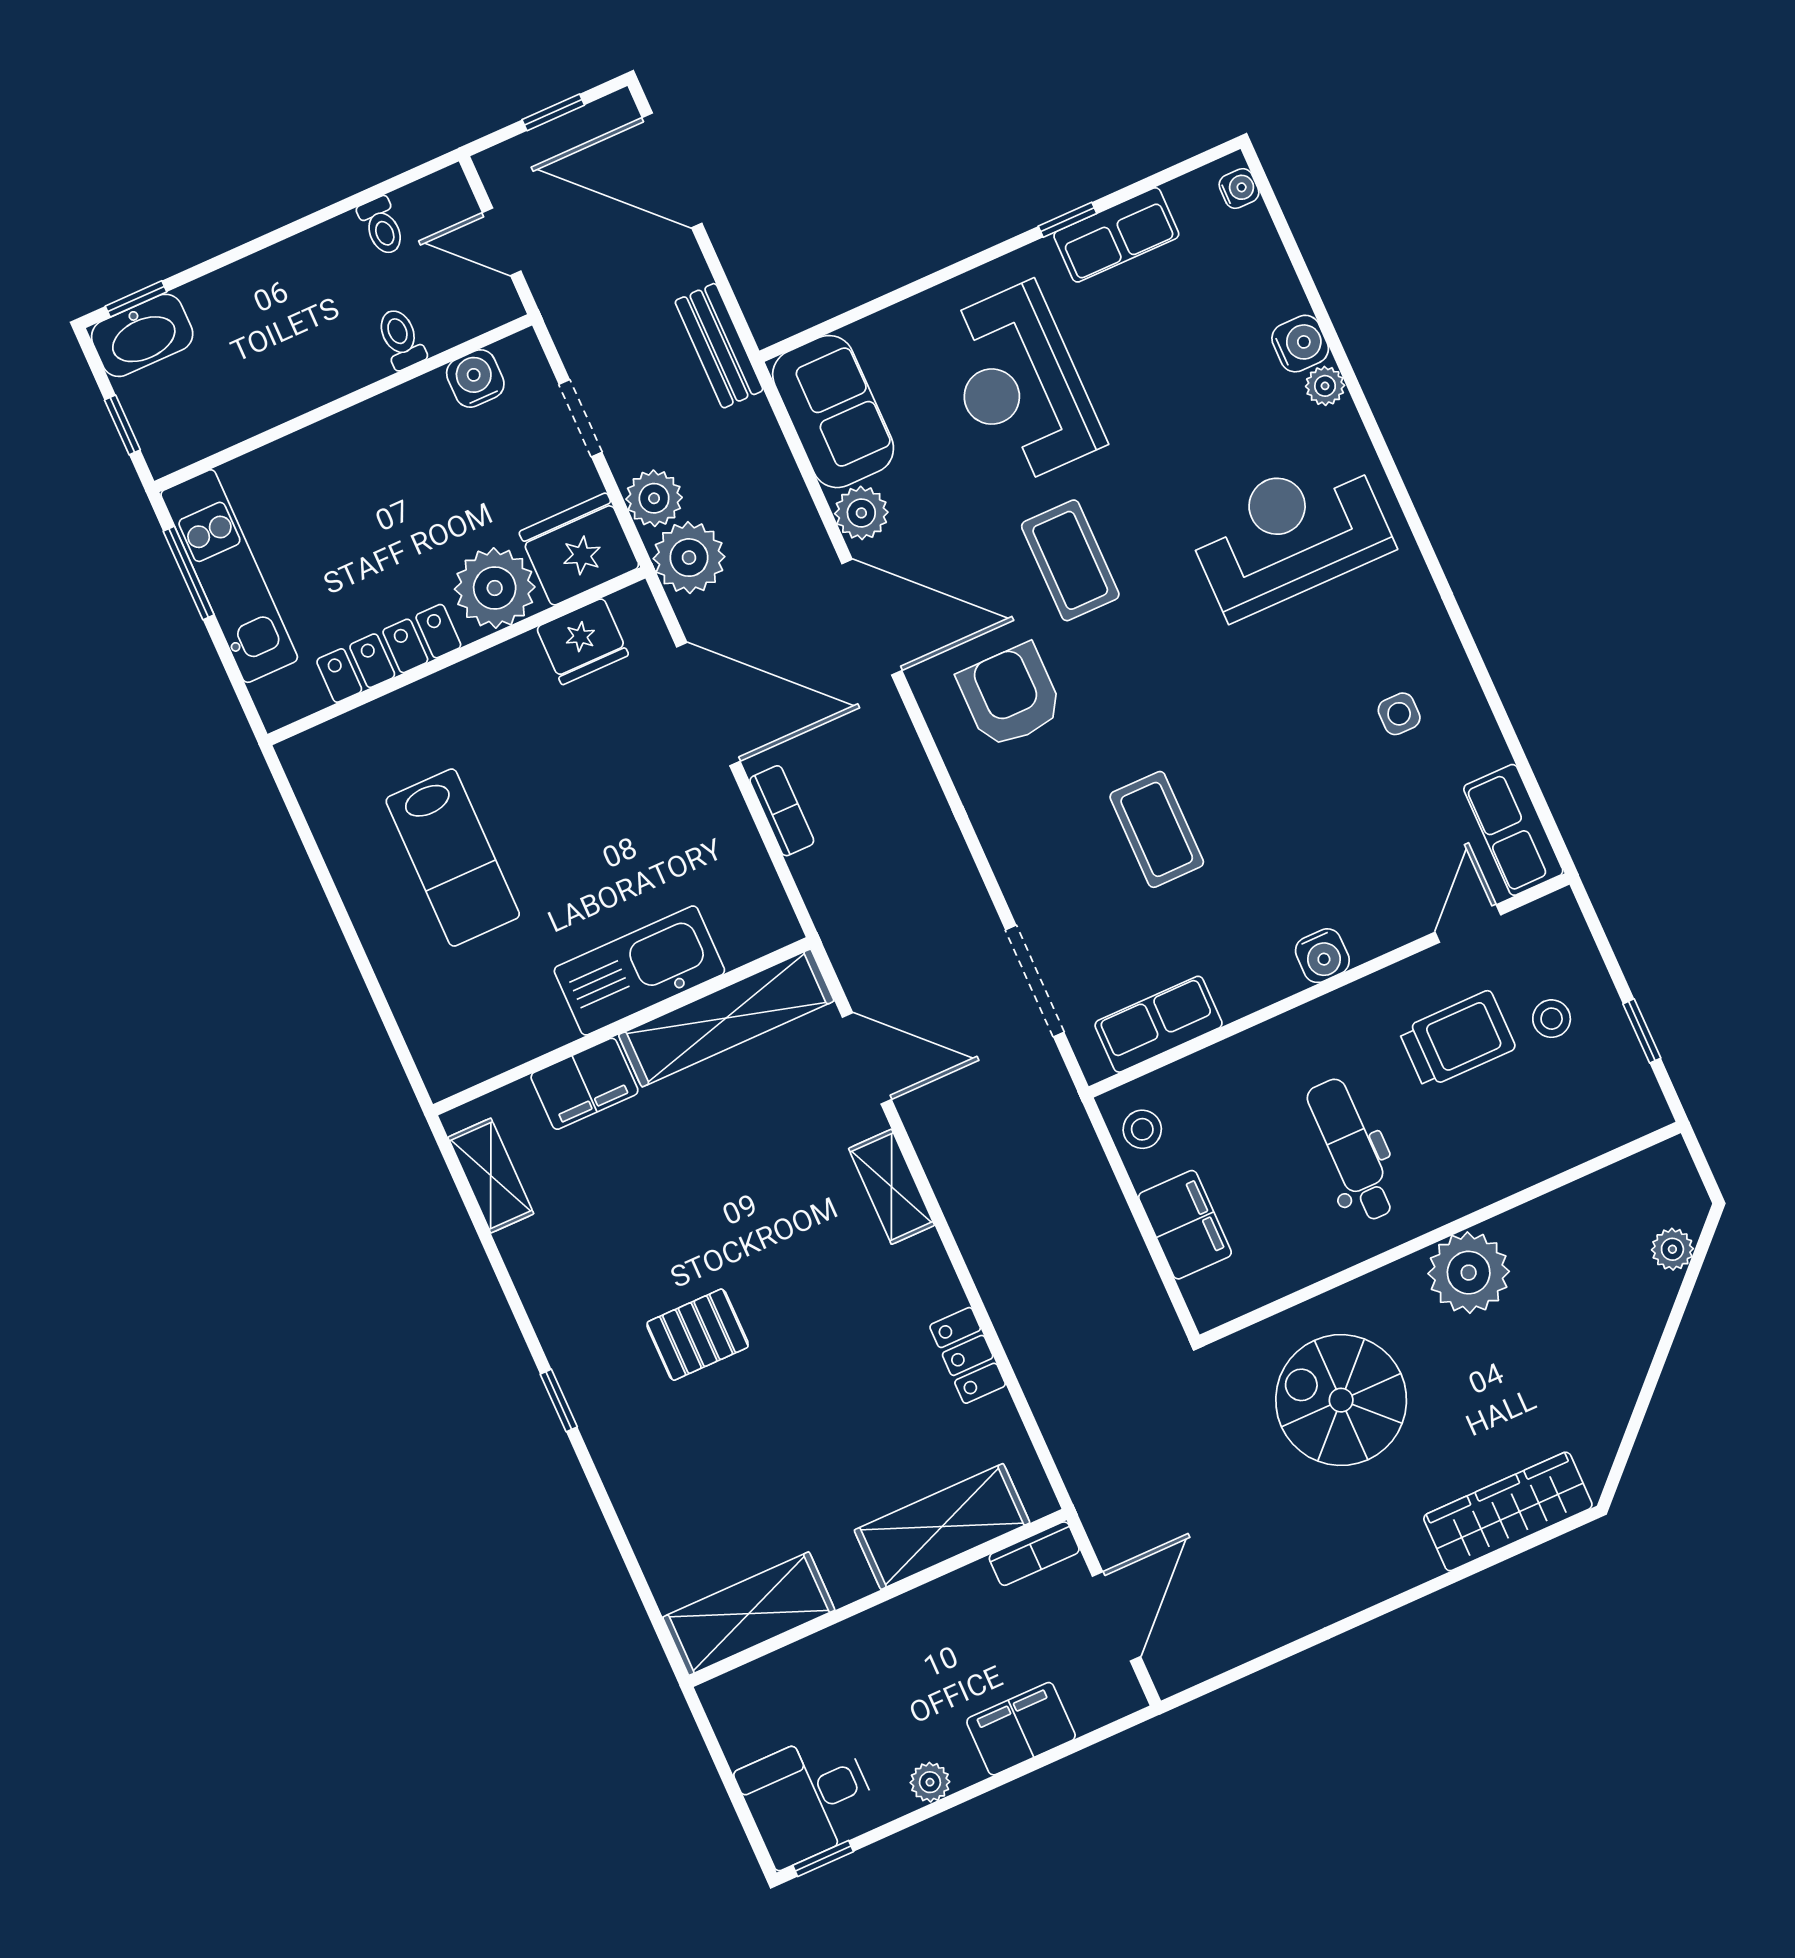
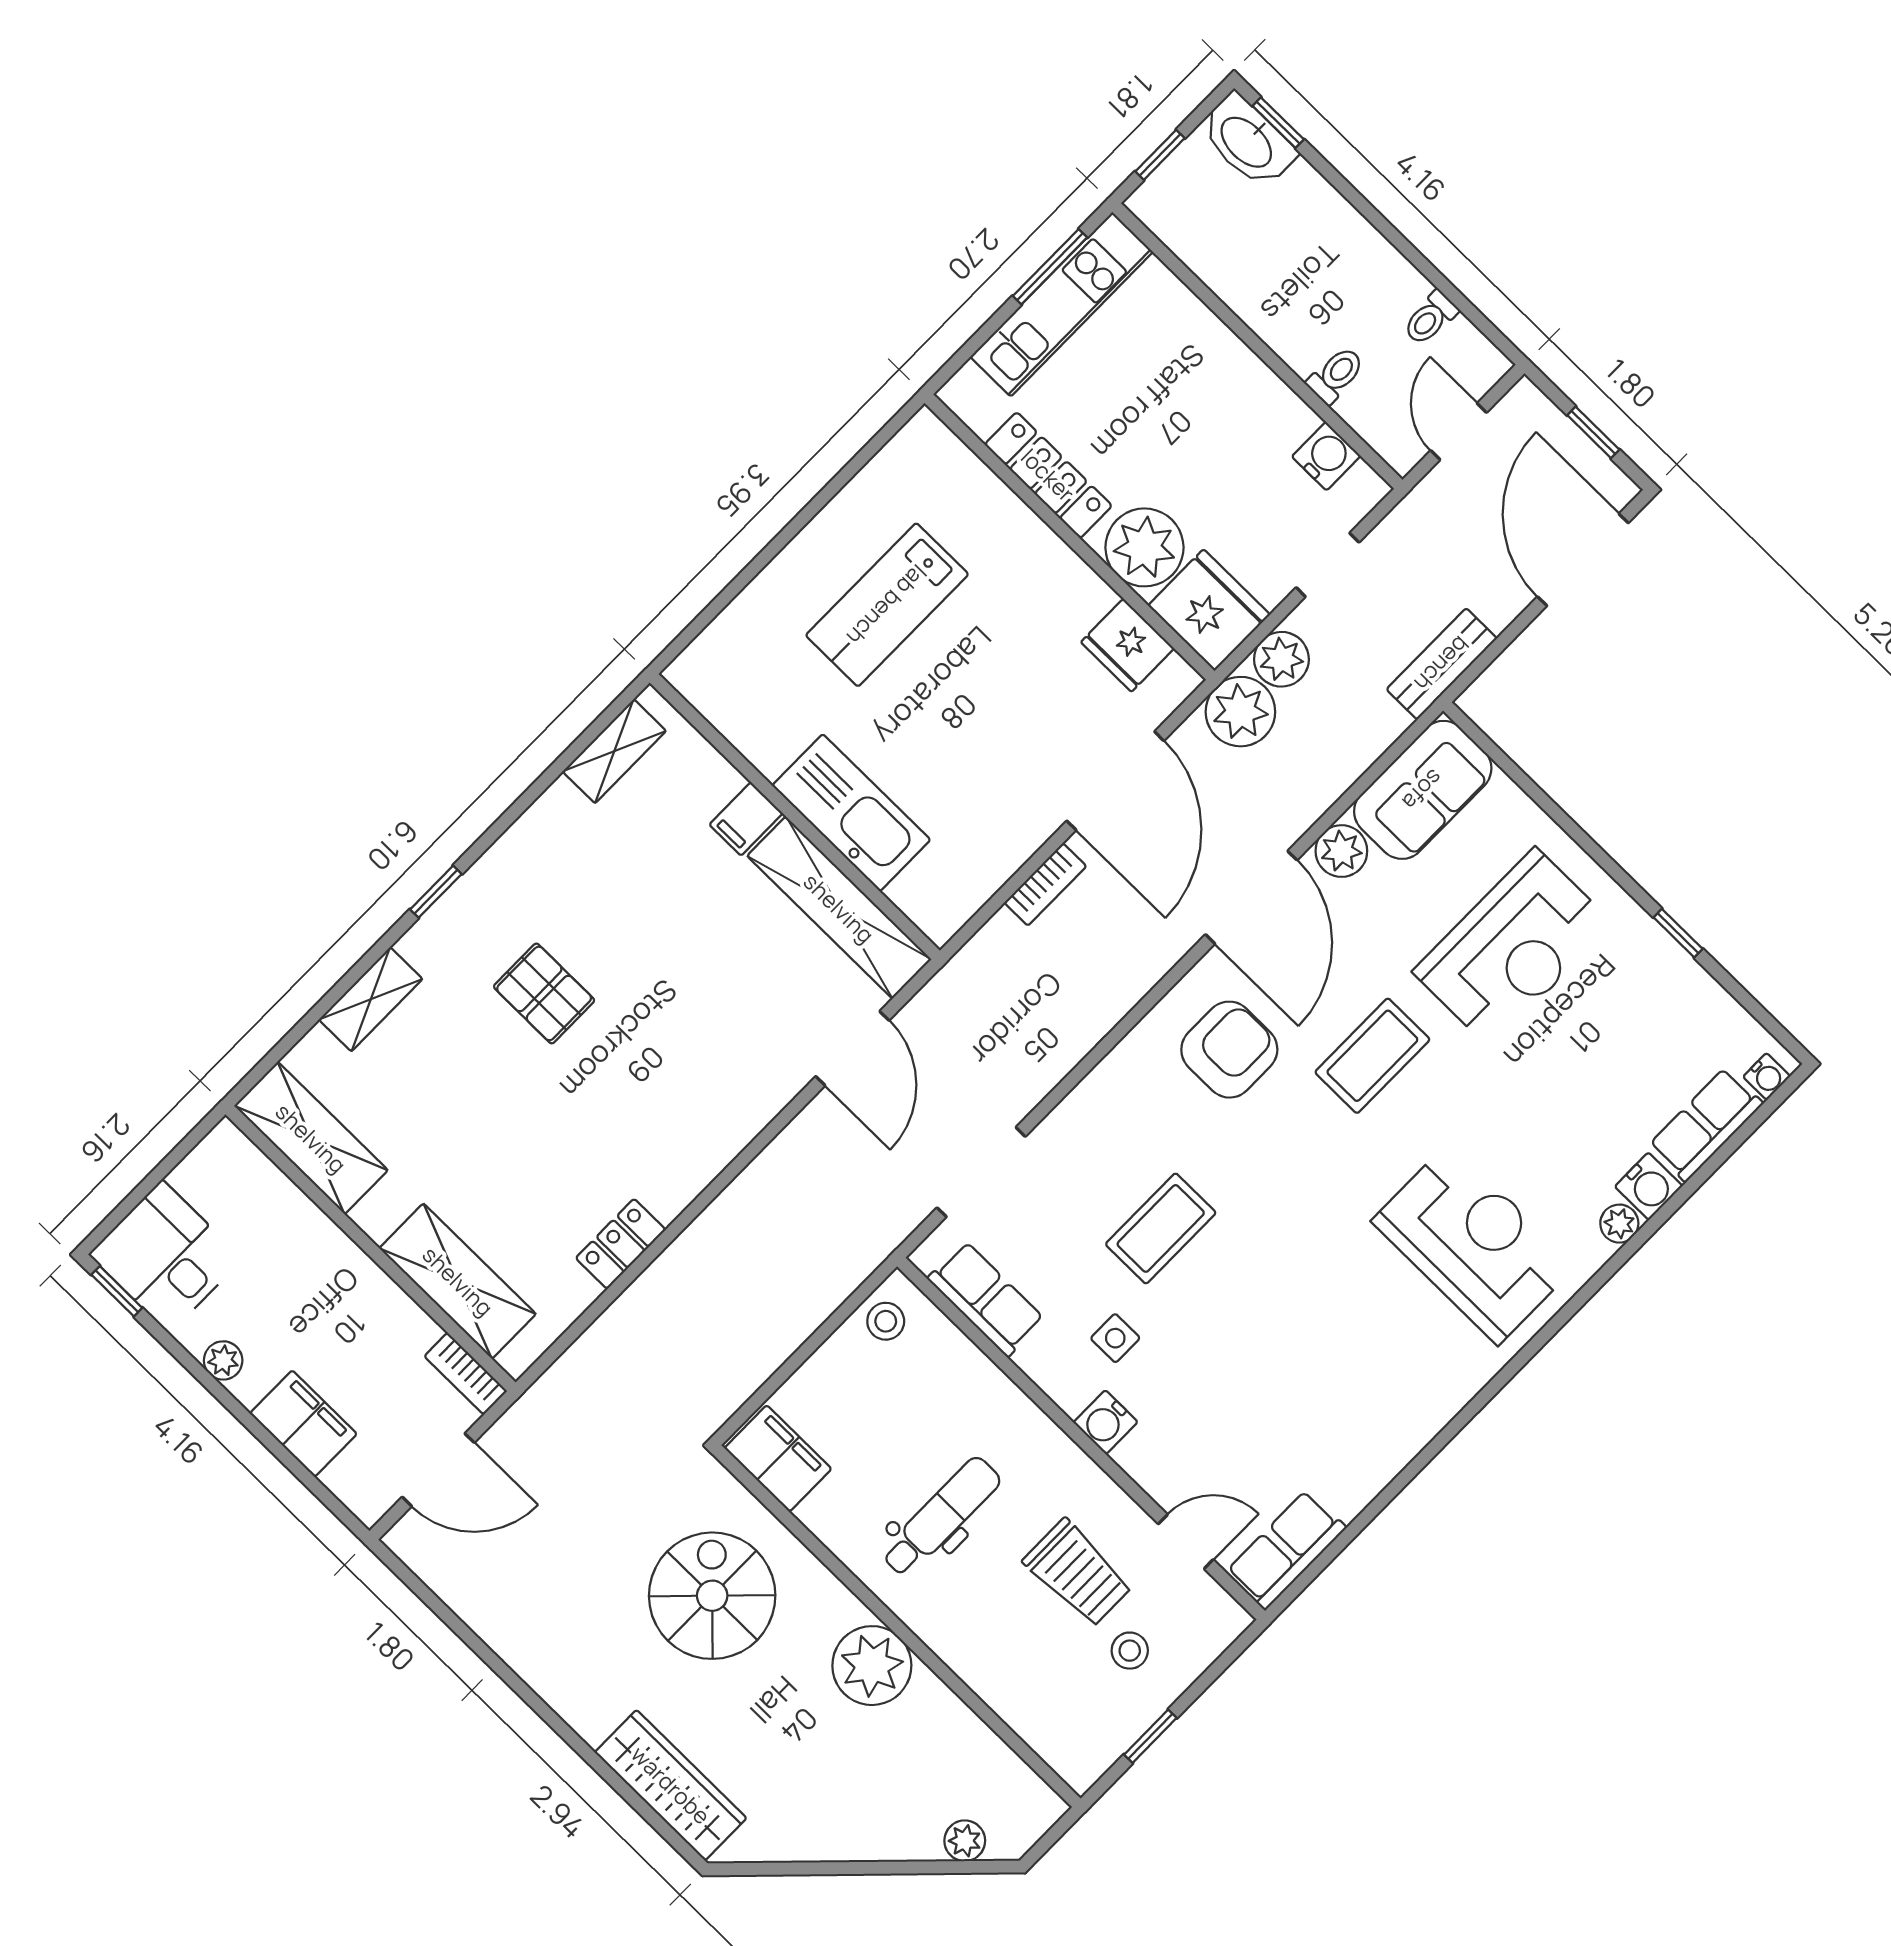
row of seats: (1116, 235) -> (1706, 1124), moved, turned 90
reception desk: (1019, 384) -> (1513, 948), turned 180
side table: (1399, 714) -> (1115, 1338), moved
filing cabinet: (584, 1084) -> (746, 819), width x0.50
shelving: (892, 1187) -> (371, 999), moved
filing cabinet: (1185, 1225) -> (778, 1458), moved, turned -90

